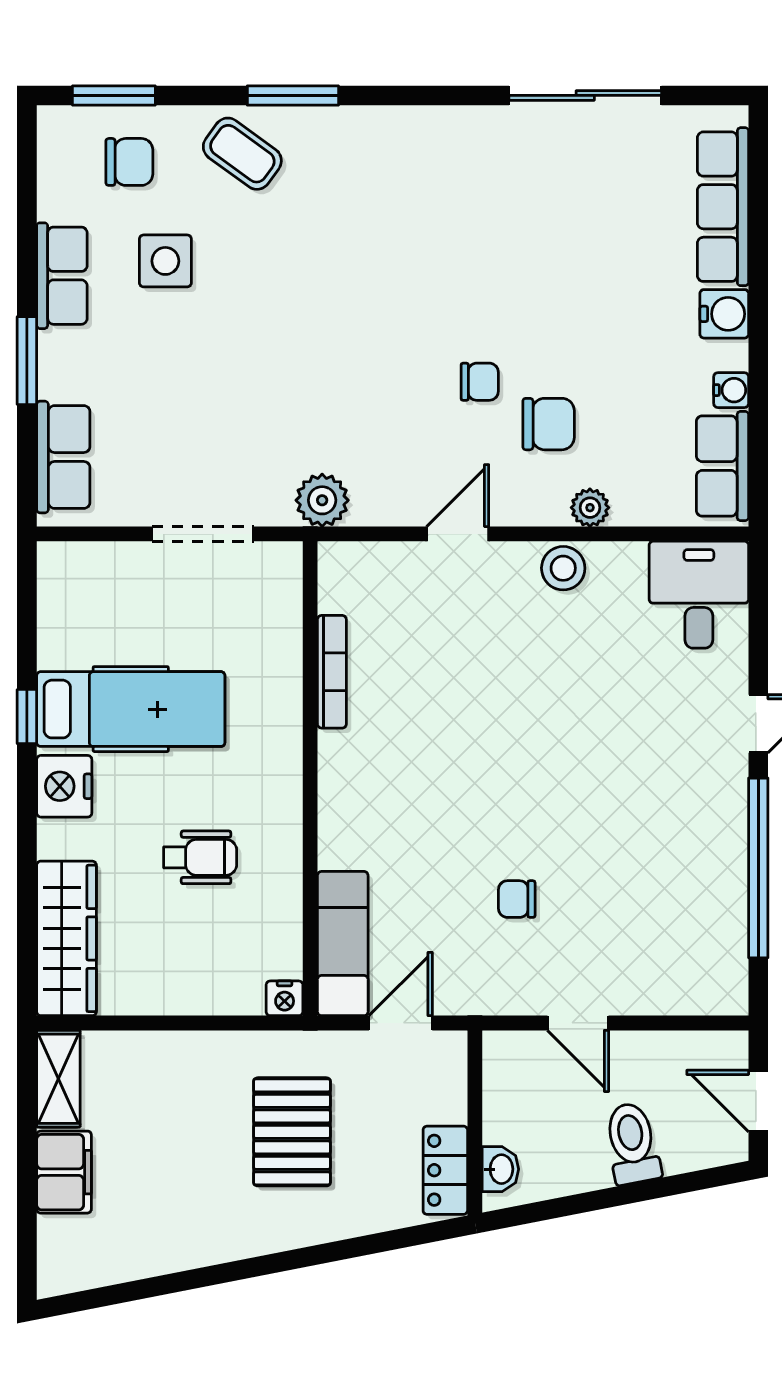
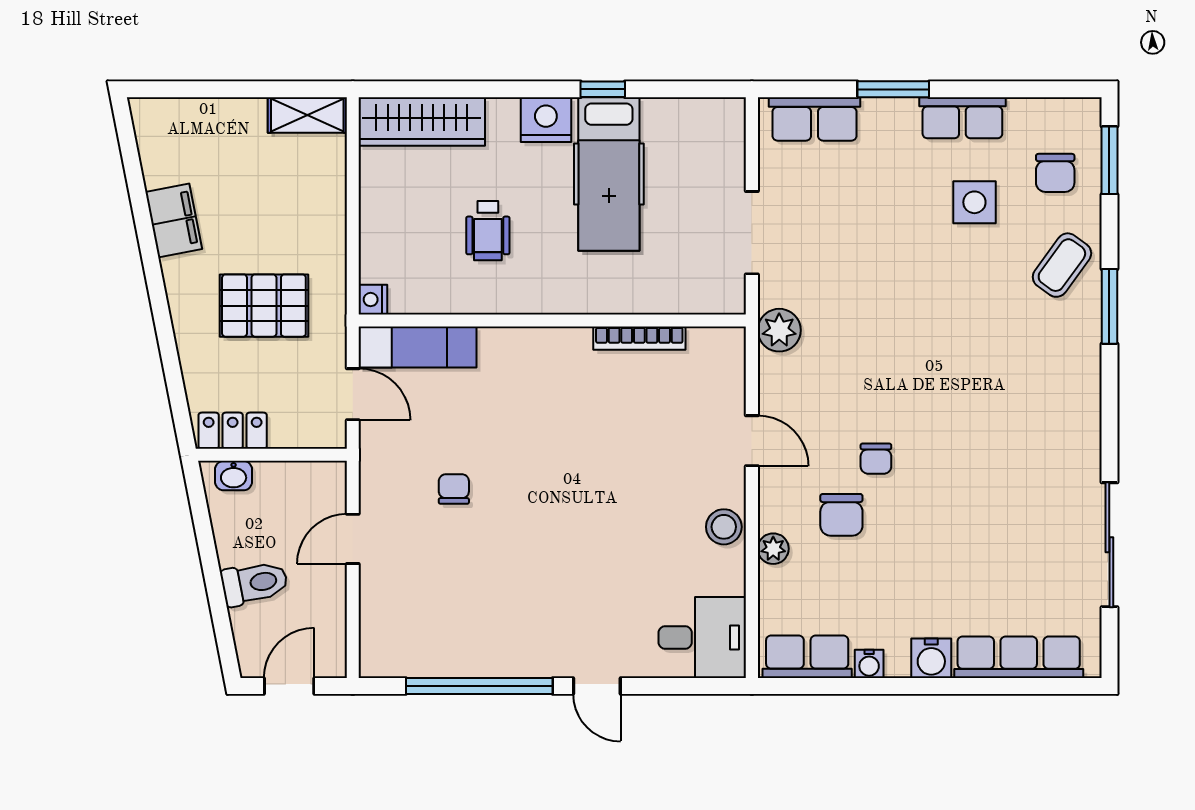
filing cabinet: (64, 1172) -> (174, 220), moved, turned -101

